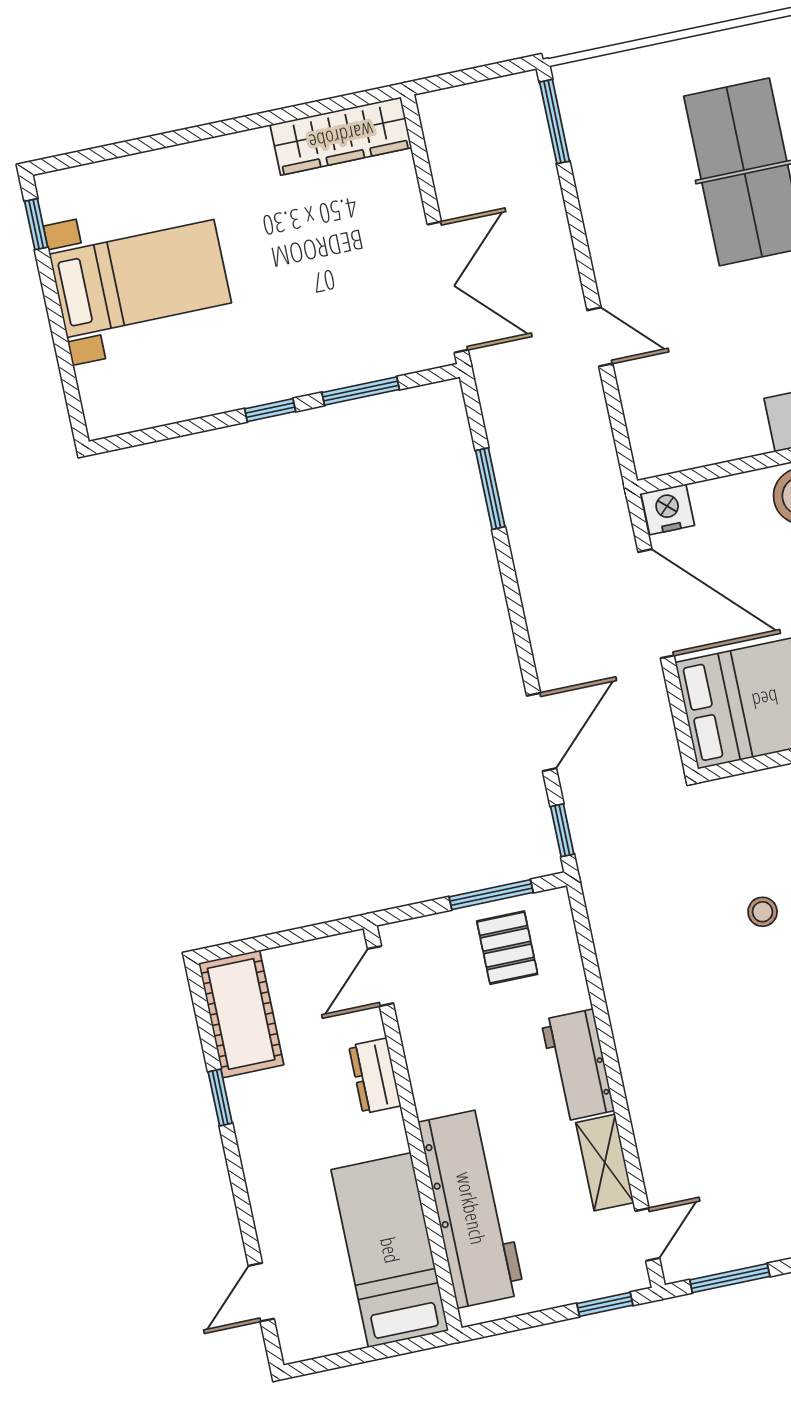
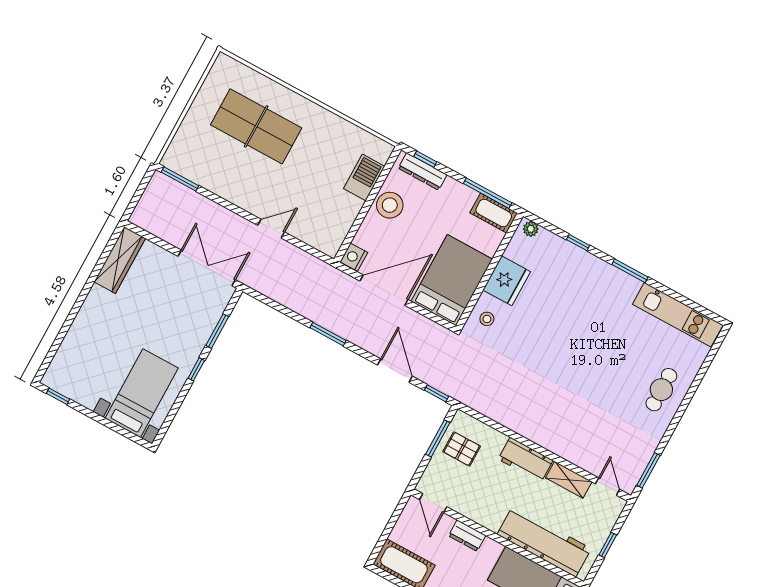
bed with nightstands: (140, 278) -> (142, 393), moved
window: (490, 489) -> (328, 334), moved
stool: (763, 912) -> (487, 319), moved
window: (605, 1304) -> (608, 545), moved

